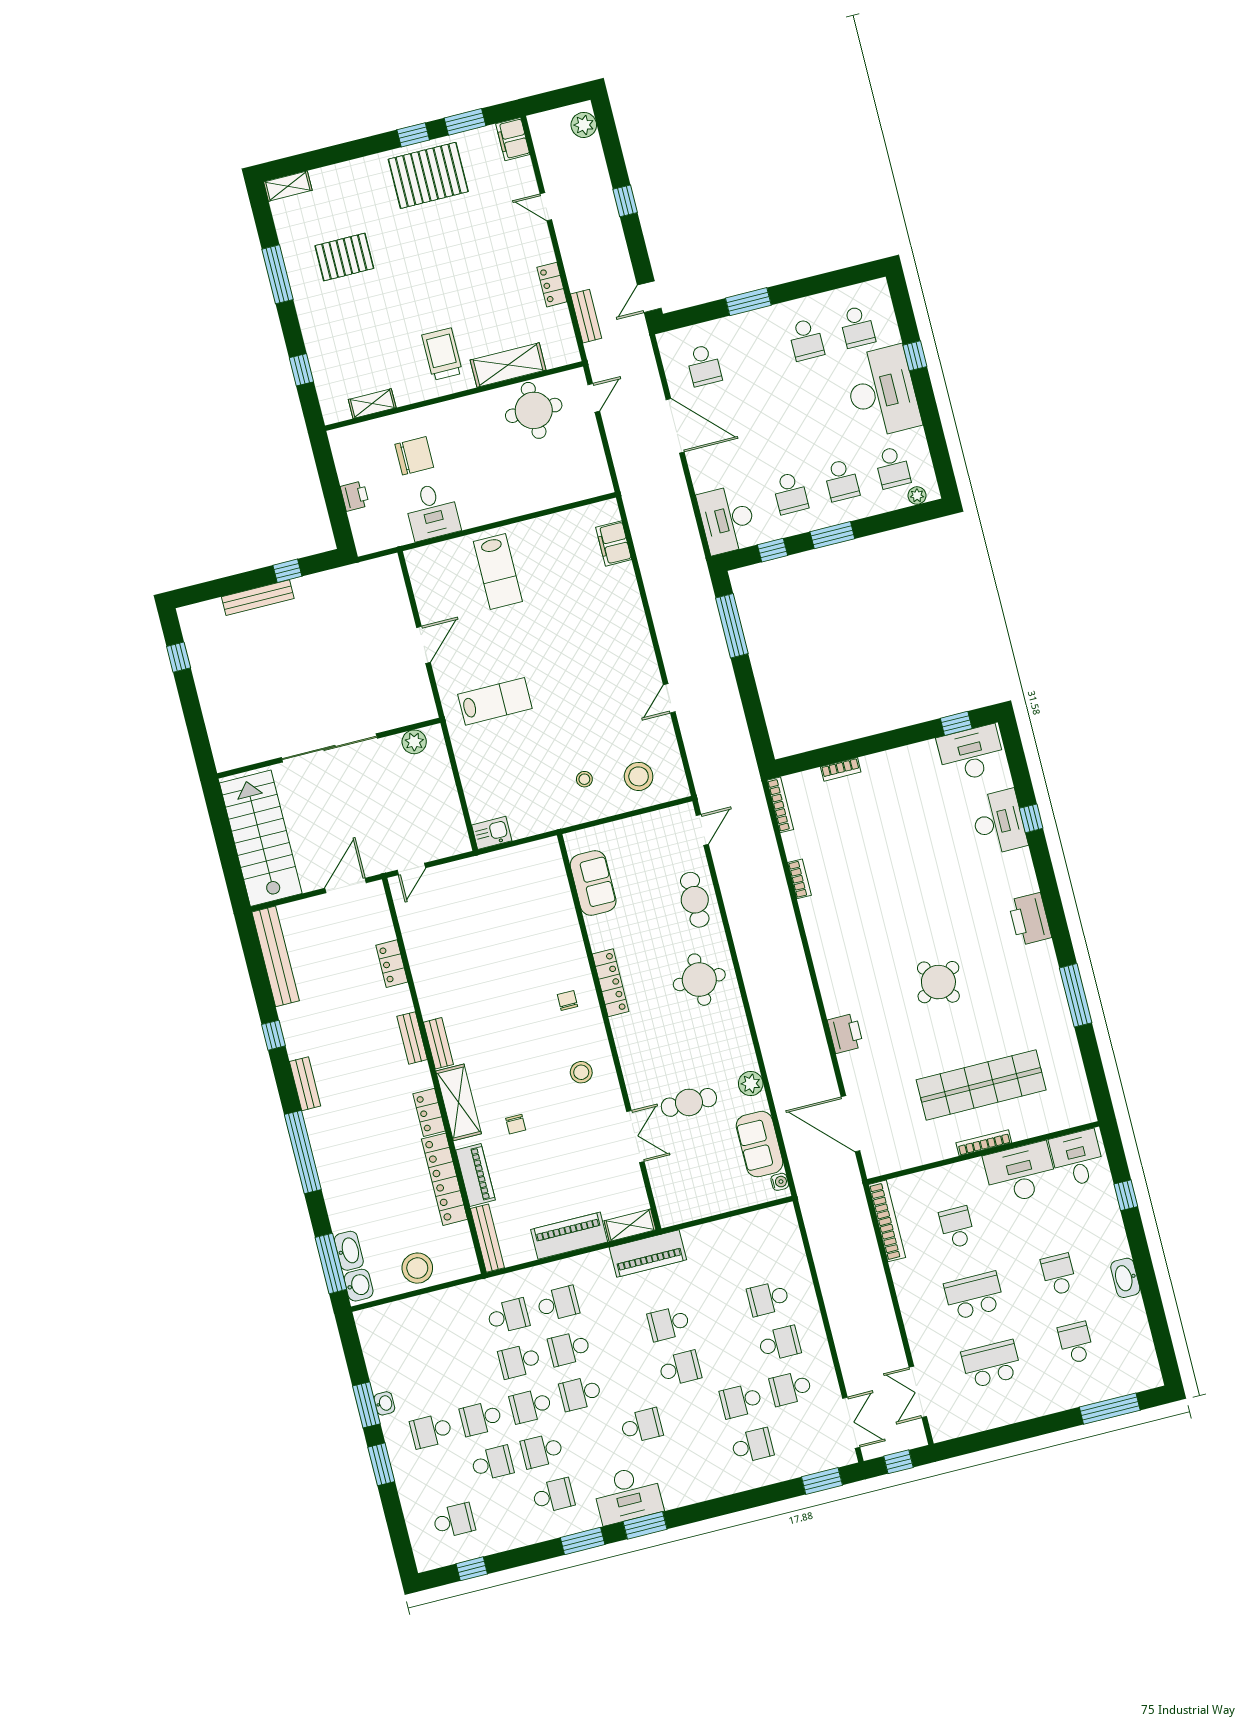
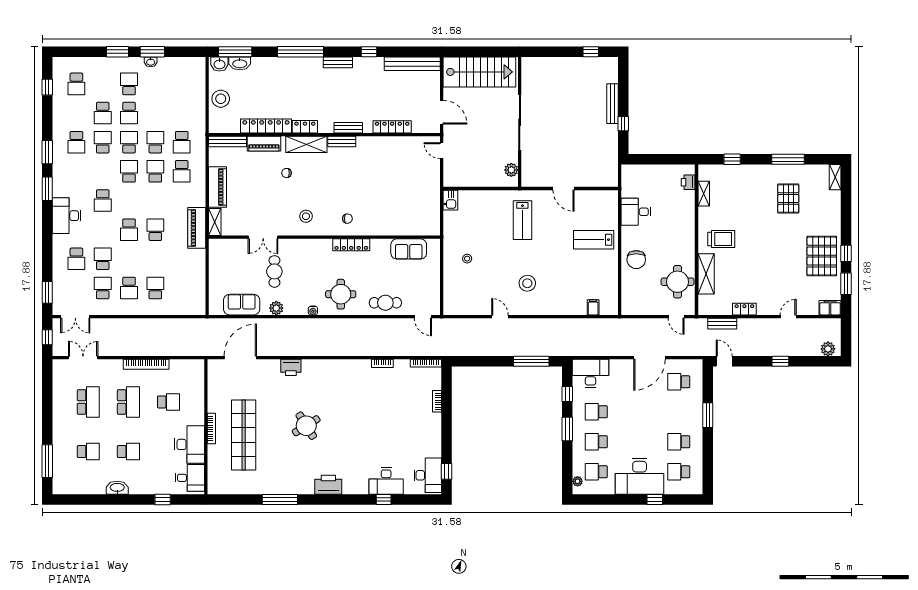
chair: (414, 456) -> (636, 260), moved
printer: (355, 496) -> (688, 182), moved, turned 90
filing cabinet: (614, 543) -> (593, 307), width x0.50
stool: (639, 776) -> (527, 283), moved
locker: (392, 964) -> (392, 127), width x1.53
water cooler: (780, 1182) -> (313, 311), moved
bookcase: (887, 1221) -> (146, 364), moved
school desk: (481, 1418) -> (129, 113), turned 180
desk: (628, 1495) -> (67, 216), moved

